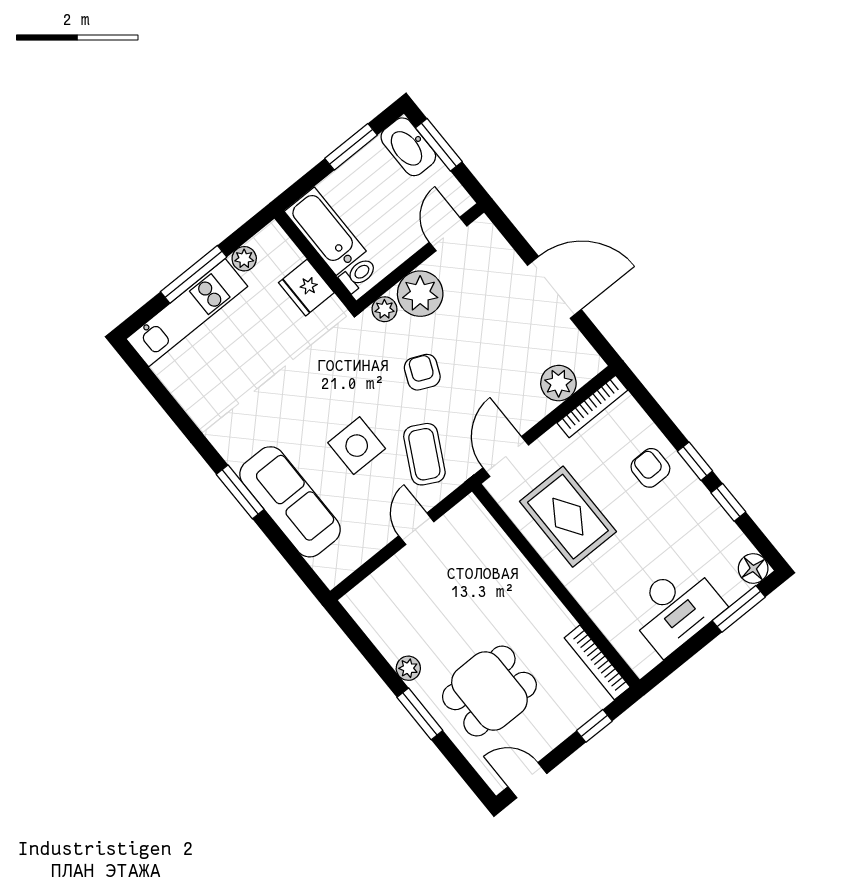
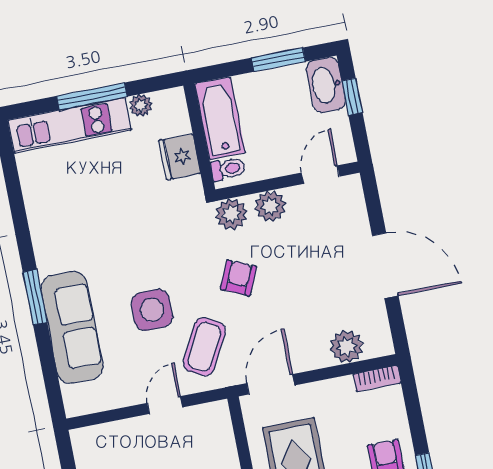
window: (439, 145) -> (352, 97), width x0.67
plant: (420, 294) -> (270, 206), width x0.73, depth x0.73
plant: (384, 309) -> (231, 214), width x1.38, depth x1.38
bookcase: (592, 406) -> (377, 379), width x0.64

